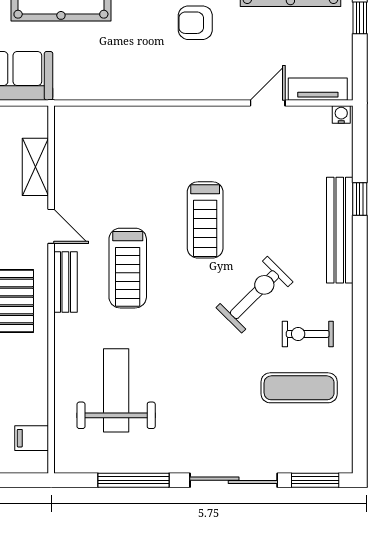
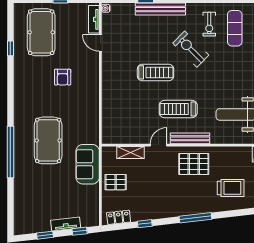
treadmill: (128, 268) -> (178, 109), turned 180
bench: (65, 282) -> (190, 138), width x1.36

